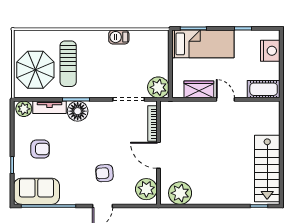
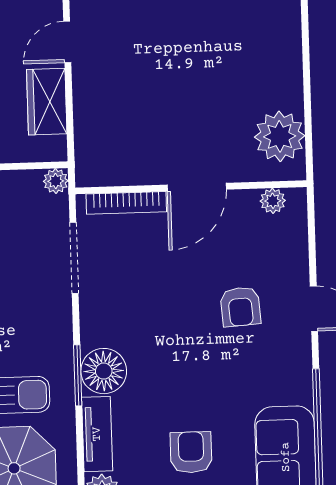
plant: (158, 87) -> (56, 181), width x0.53, depth x0.53
plant: (146, 189) -> (273, 201), width x0.53, depth x0.53

